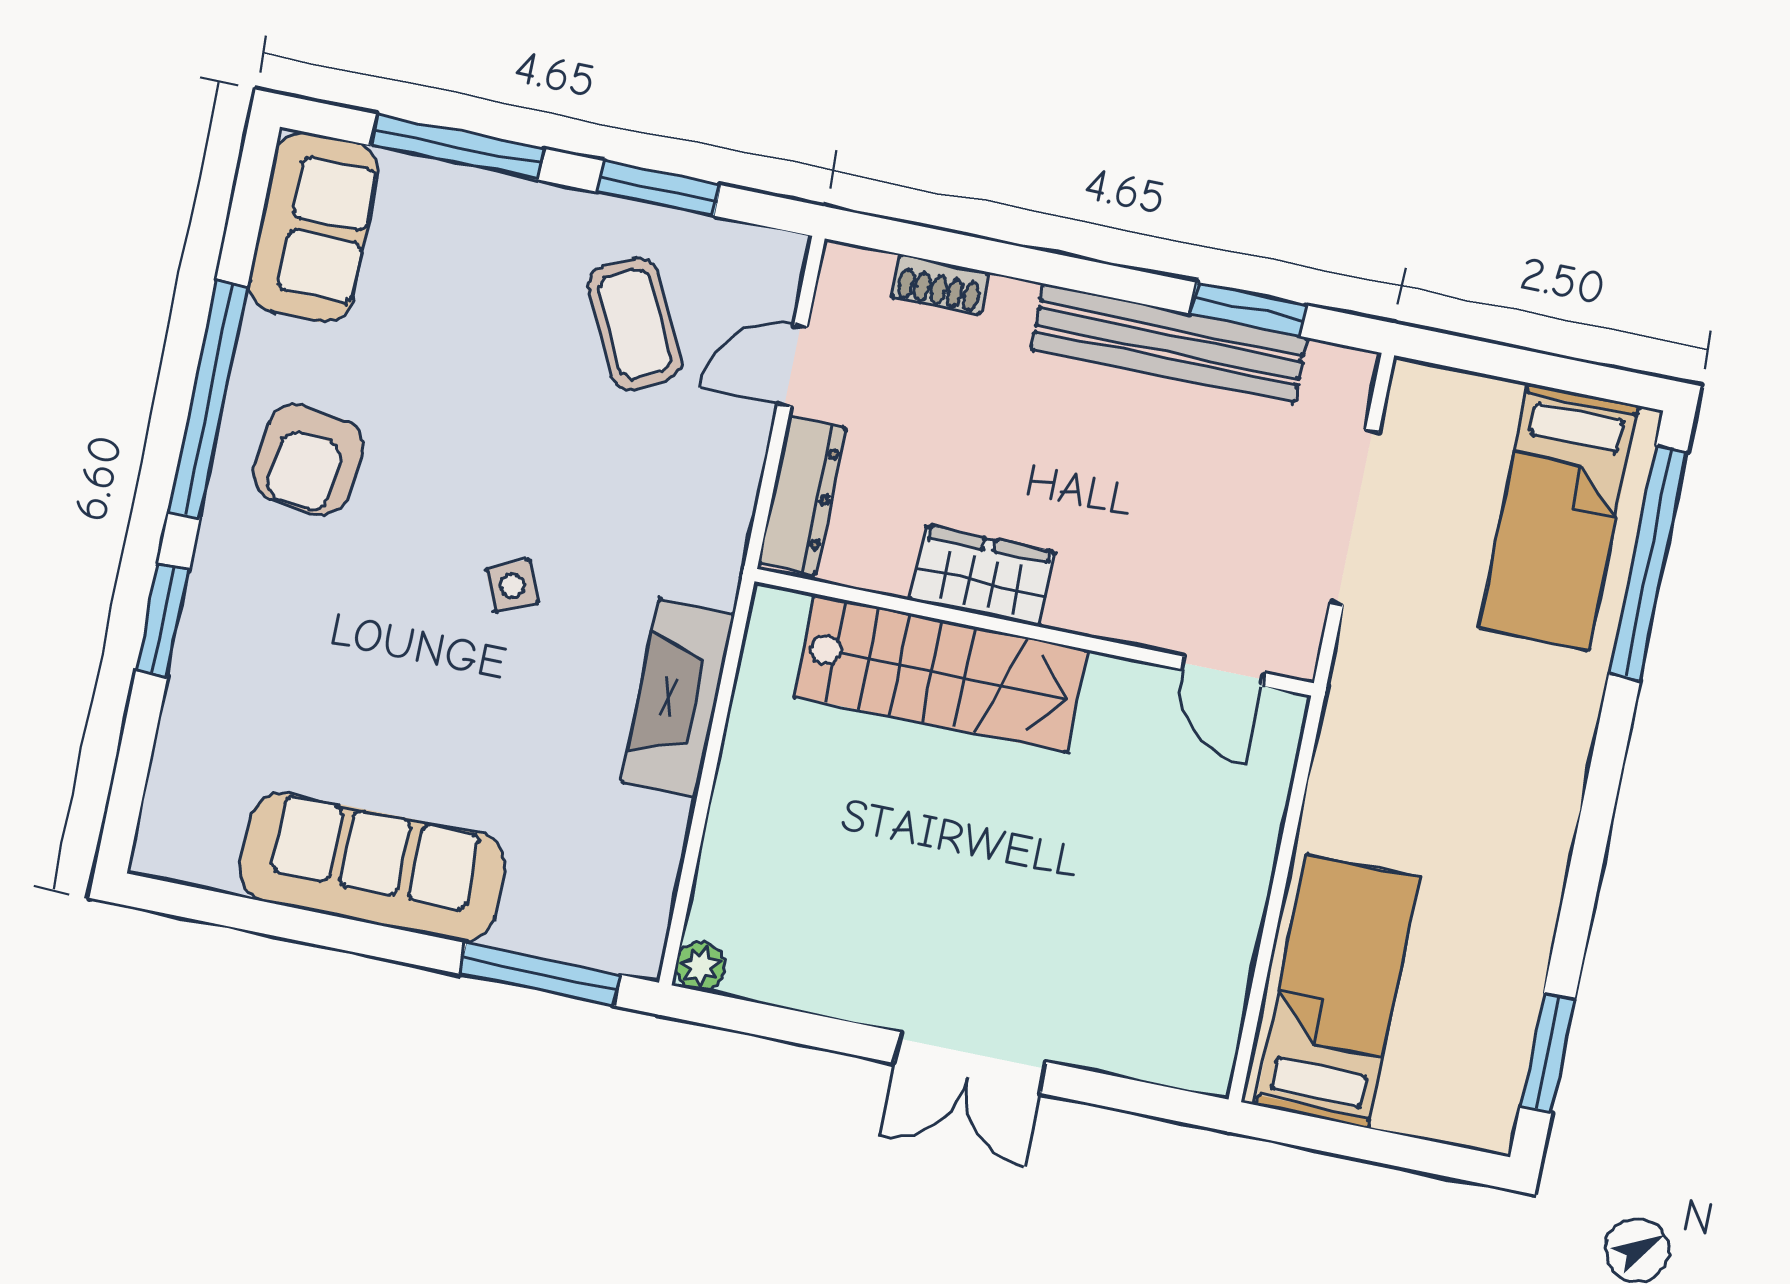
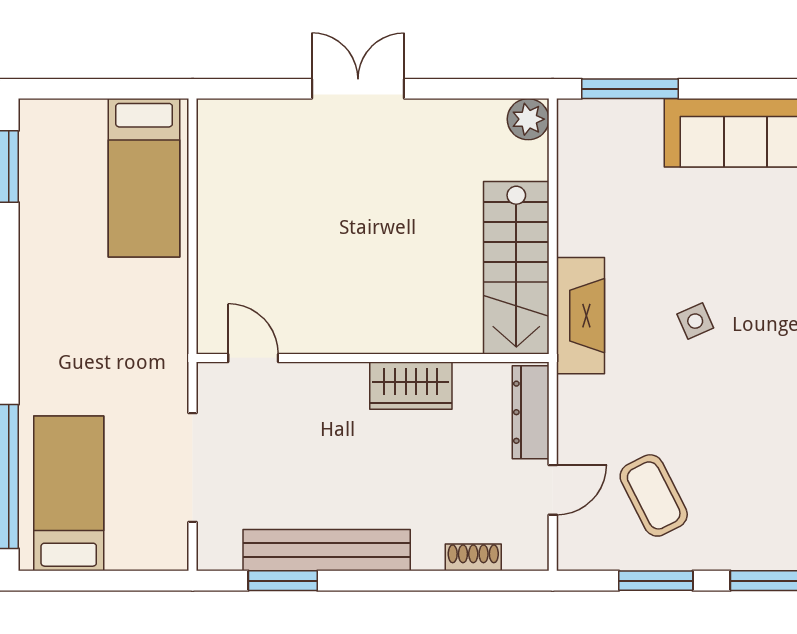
stairs: (941, 673) -> (516, 268), moved, turned -90
fireplace: (678, 698) -> (581, 316), moved
plant: (700, 966) -> (528, 119), width x1.38, depth x1.38

